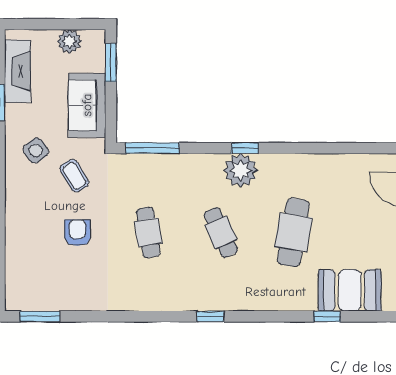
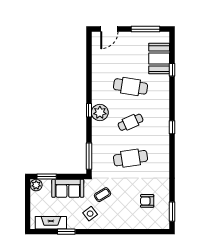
plant: (69, 41) -> (36, 185), moved
cafe table: (148, 232) -> (131, 158), width x1.37, depth x1.35
armchair: (77, 233) -> (147, 201), moved

